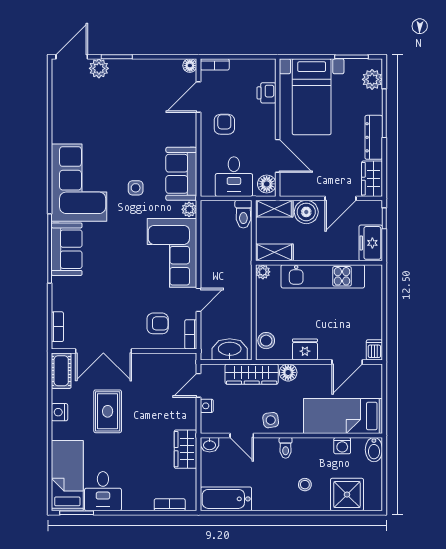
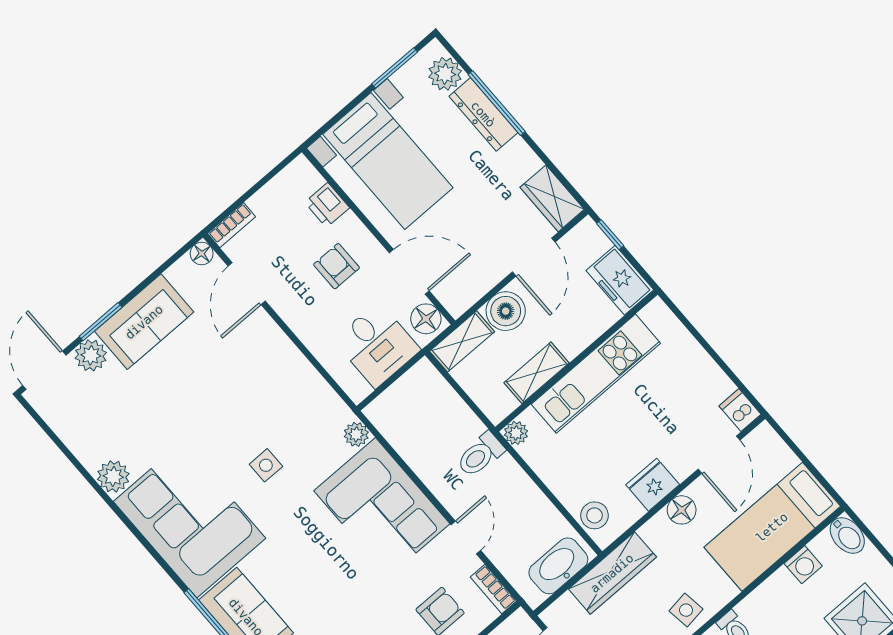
armchair: (224, 124) -> (337, 266), moved
plant: (61, 133) -> (113, 477), added
dresser: (374, 137) -> (483, 114), moved
sofa: (181, 174) -> (144, 322), moved, turned -90
toilet: (243, 214) -> (480, 455), moved, turned 90
shelving: (274, 252) -> (537, 373), moved
floor lamp: (288, 372) -> (682, 510), moved

